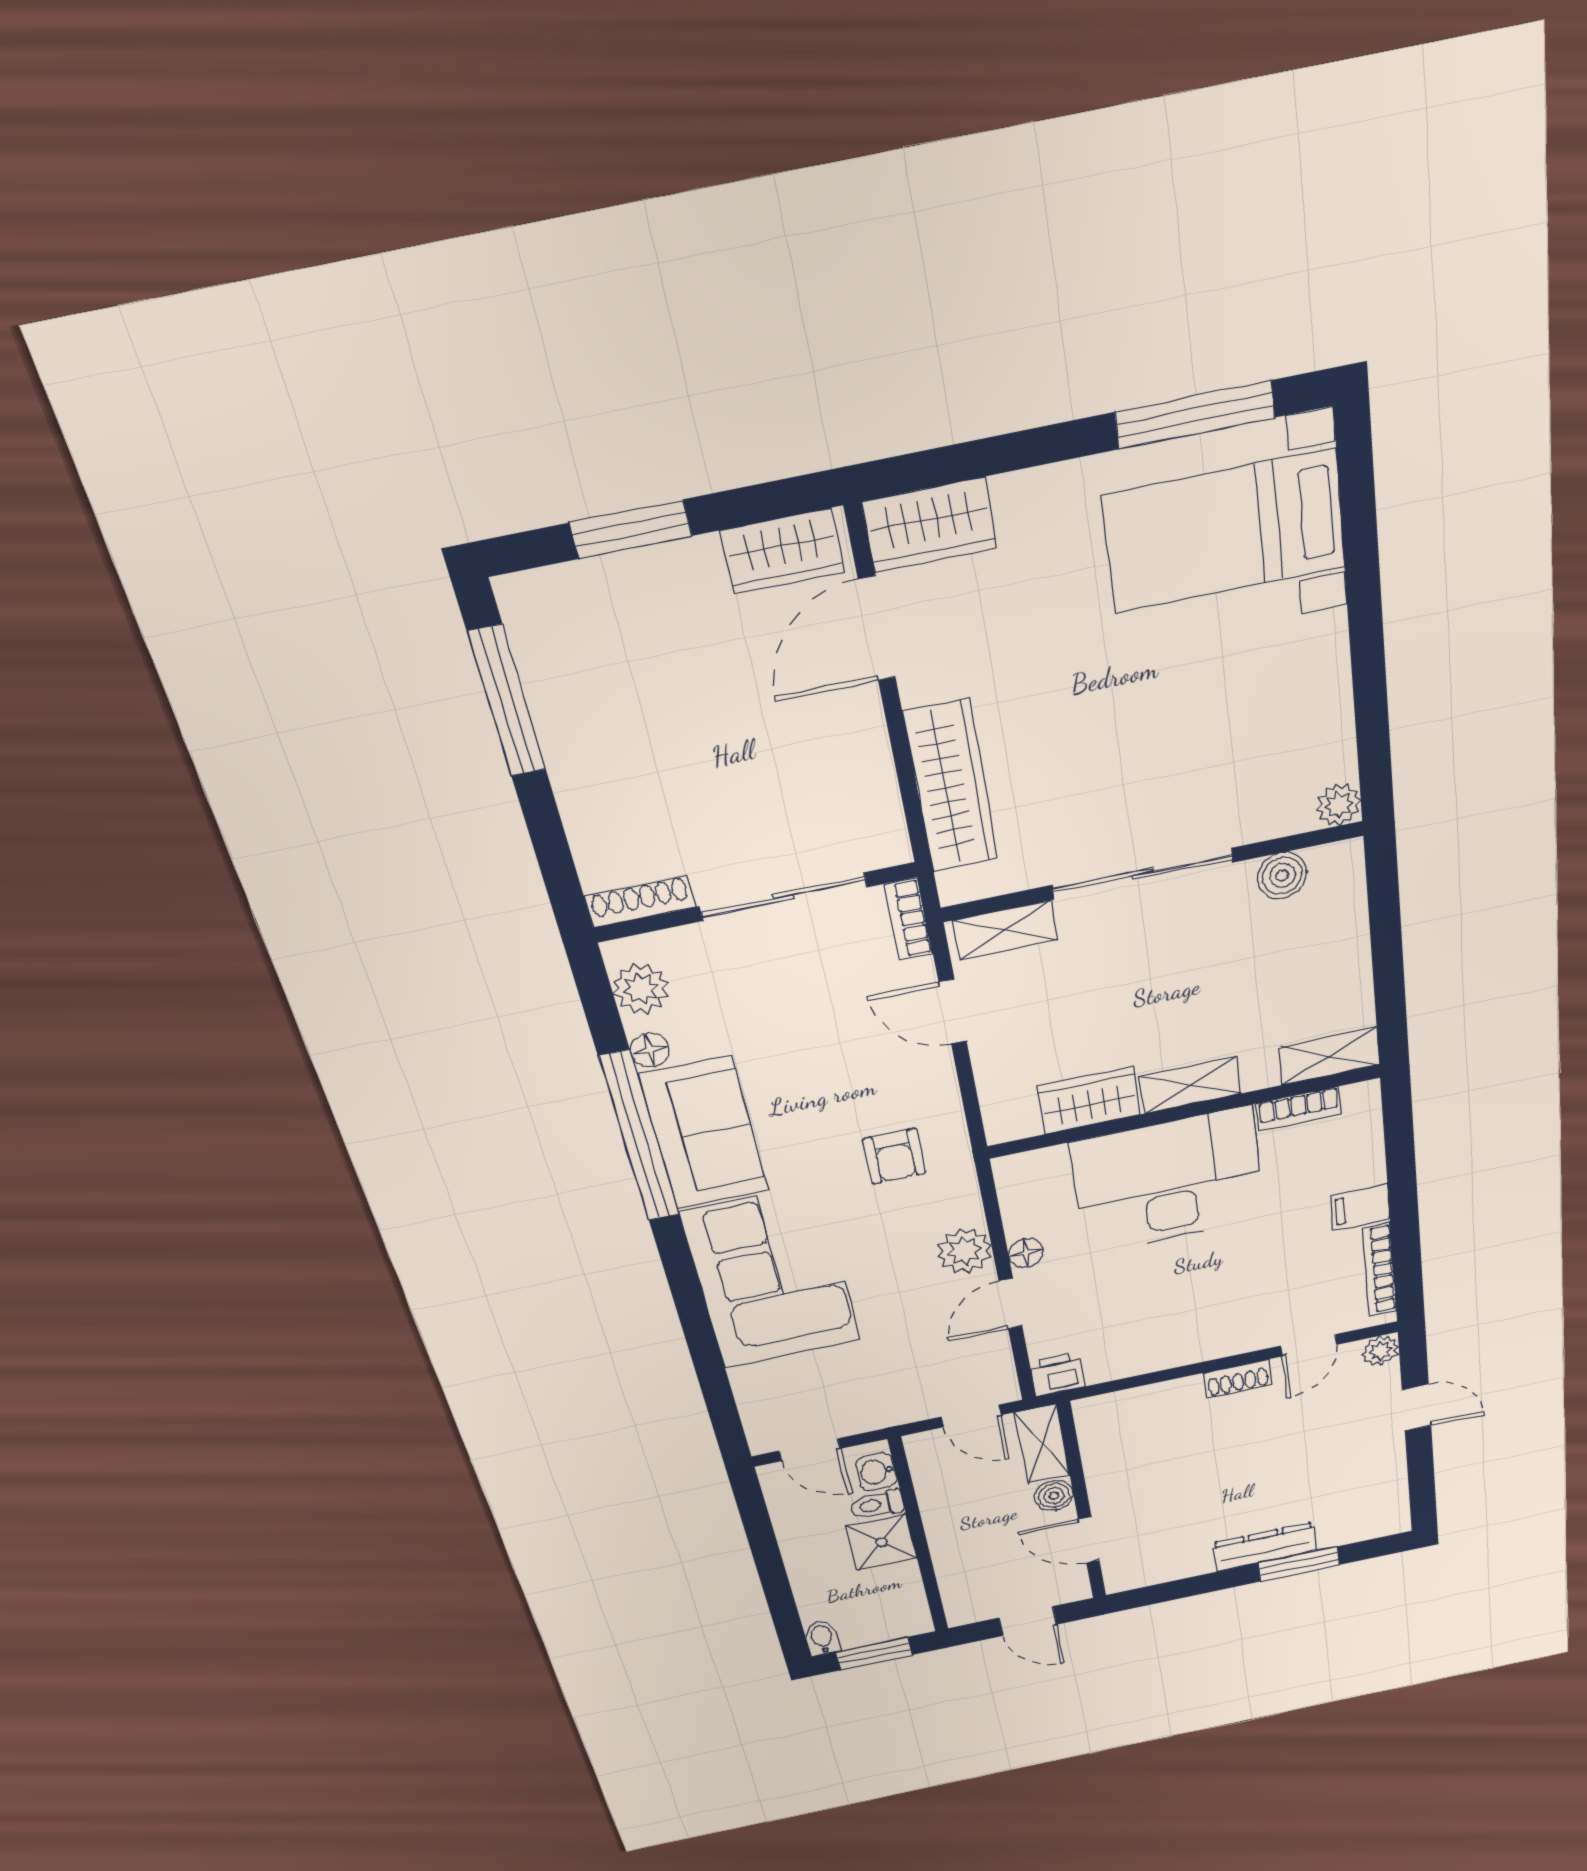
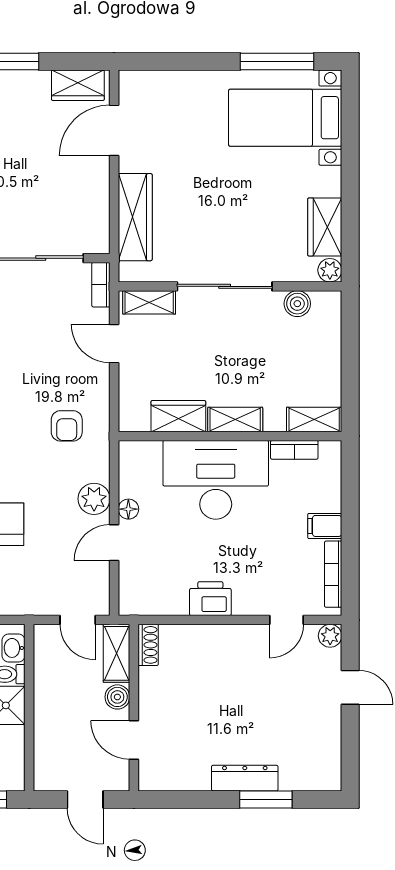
wardrobe: (929, 525) -> (325, 227), moved, turned 90
printer: (1057, 1374) -> (210, 599), moved, width x1.36, depth x1.24
shoe rack: (1238, 1379) -> (148, 645), moved, turned -90

